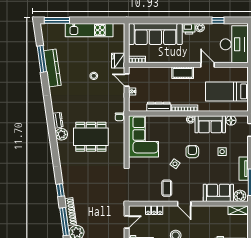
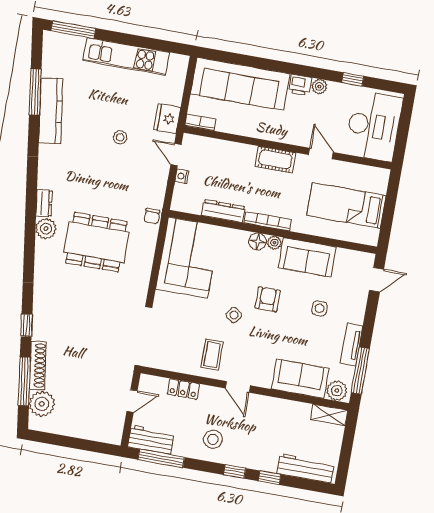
floor lamp: (231, 120) -> (258, 241), moved

